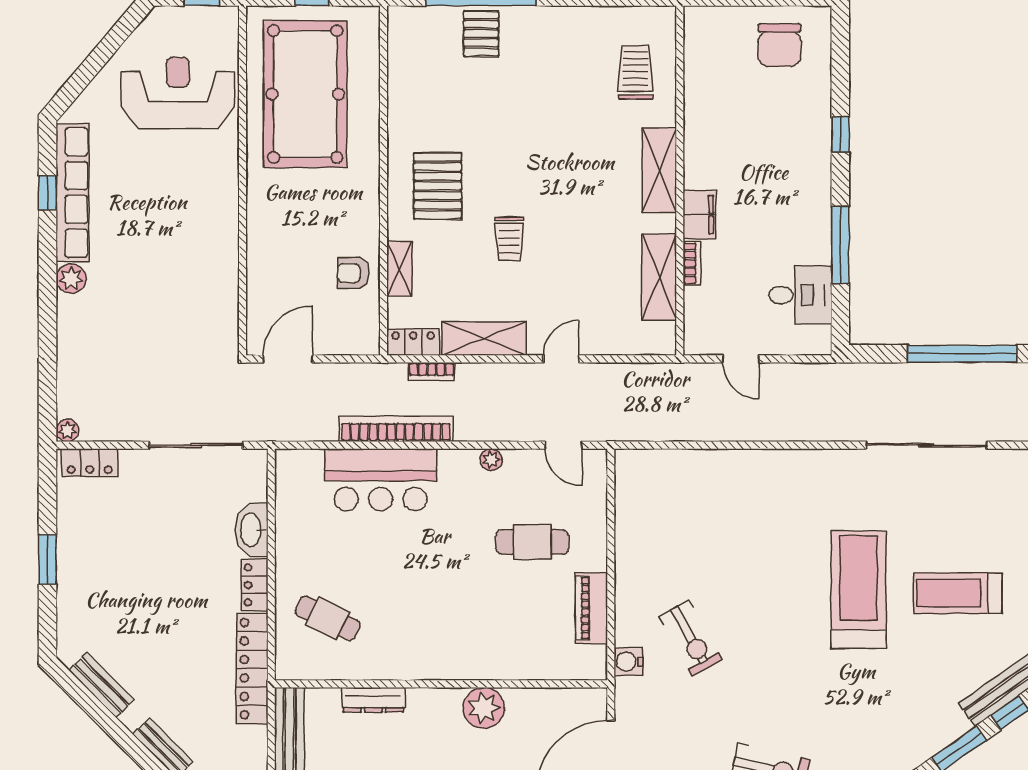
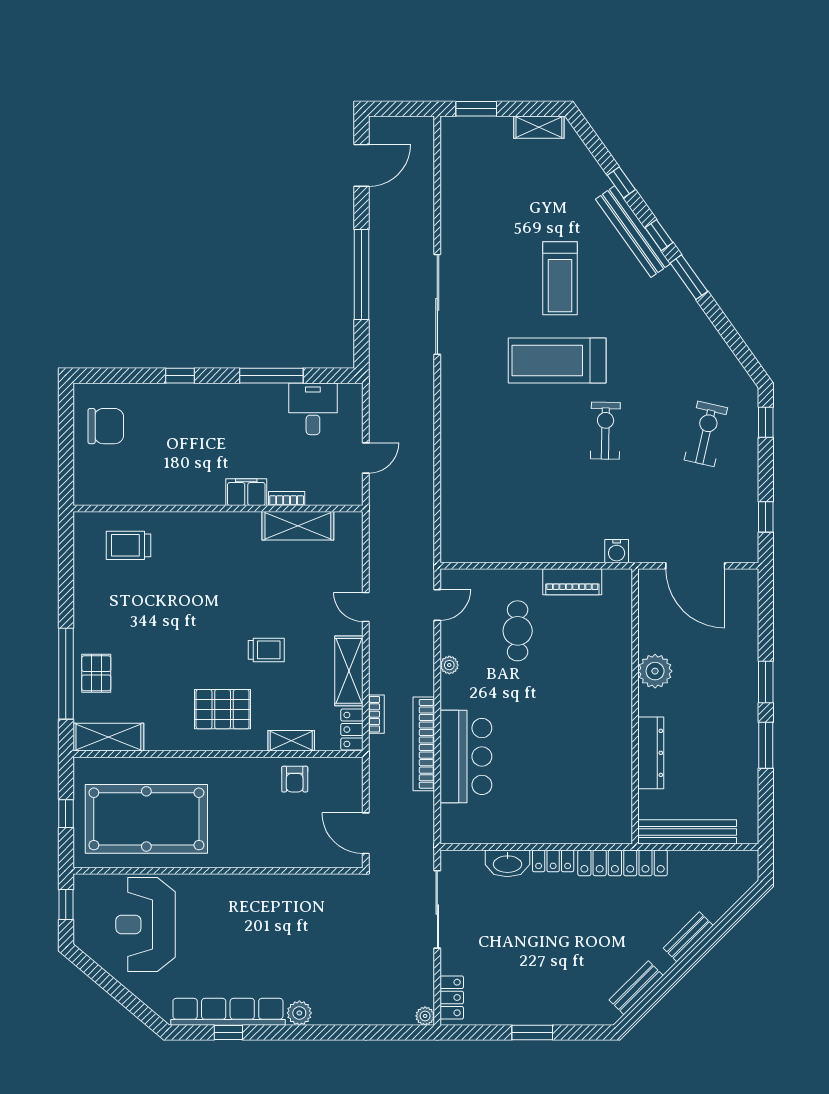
pallet: (481, 34) -> (96, 673), turned 90
shelving: (659, 170) -> (108, 737), moved
cafe table: (328, 618) -> (581, 800), removed
exercise bike: (691, 638) -> (605, 431), moved, turned -60
dresser: (373, 700) -> (651, 753), width x1.37, depth x1.24

